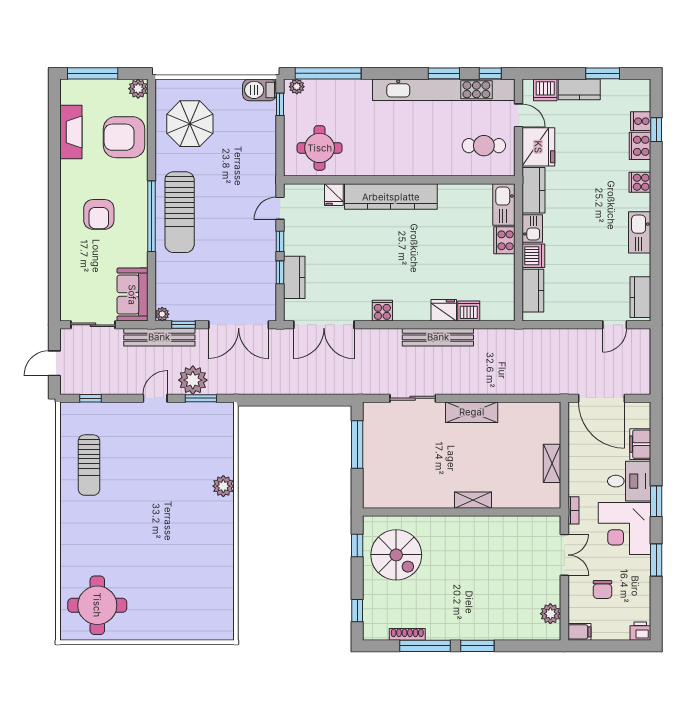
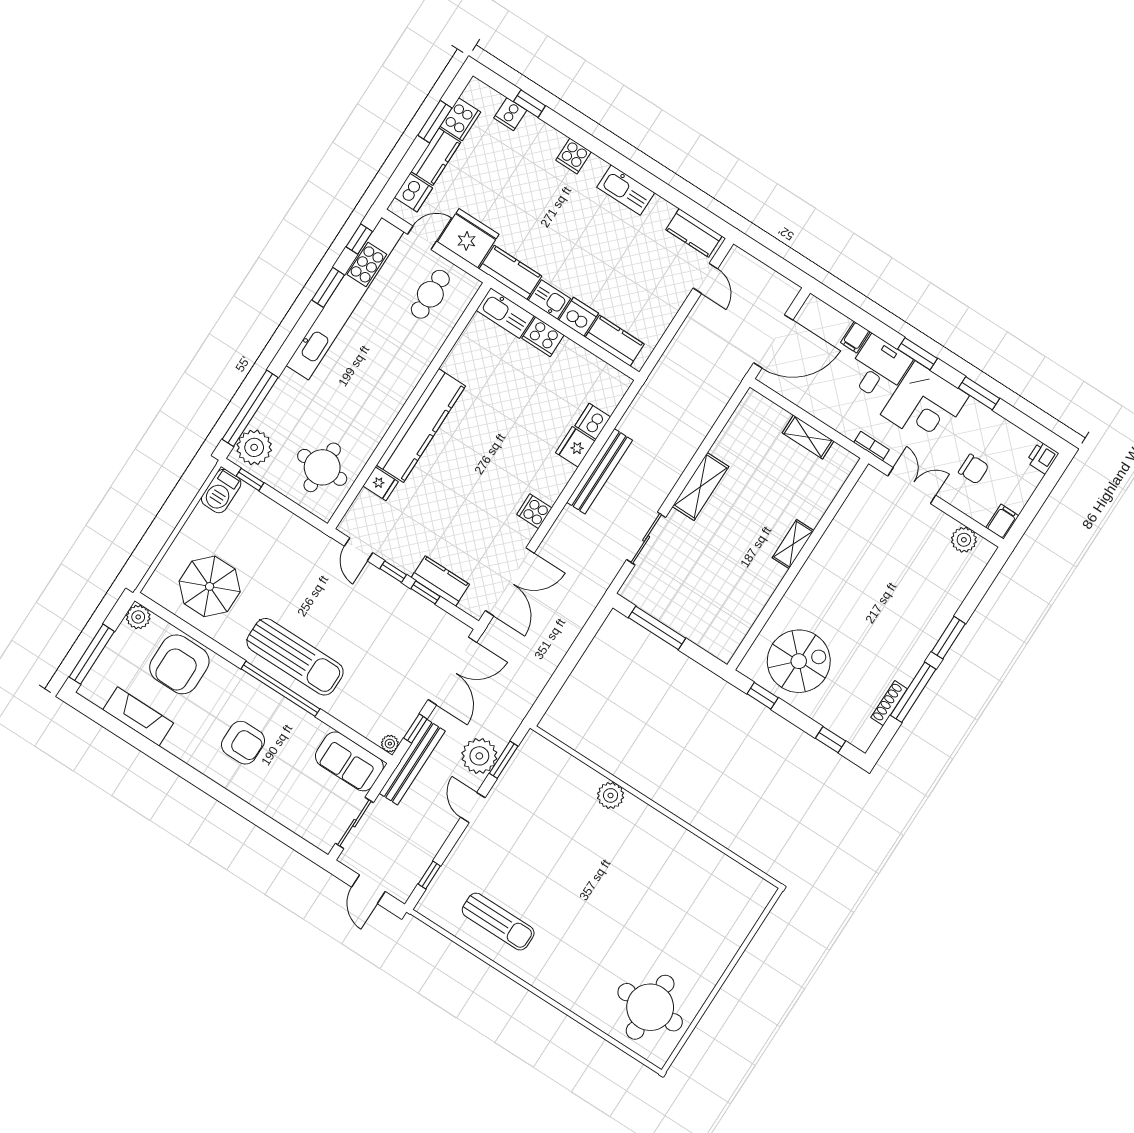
plant: (297, 87) -> (254, 447), width x1.88, depth x1.88
cooker: (640, 146) -> (460, 119), moved, turned -90
filing cabinet: (640, 444) -> (855, 337), width x0.50

